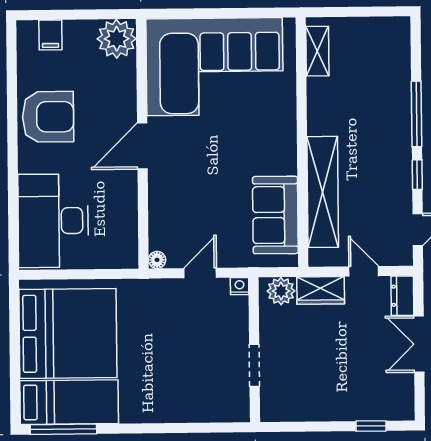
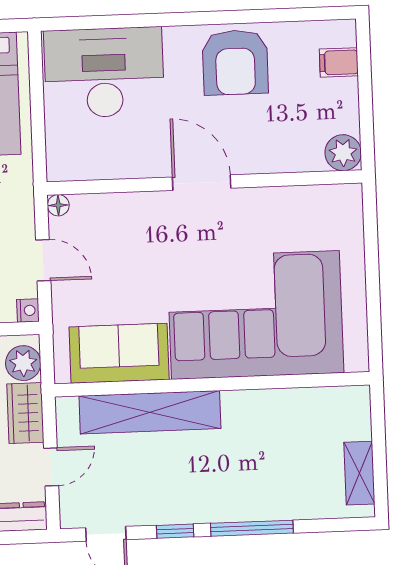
plant: (117, 39) -> (343, 153), width x0.73, depth x0.73
shelving: (317, 51) -> (359, 473), moved, turned 90
corner sofa: (215, 67) -> (255, 315), moved, turned 90

